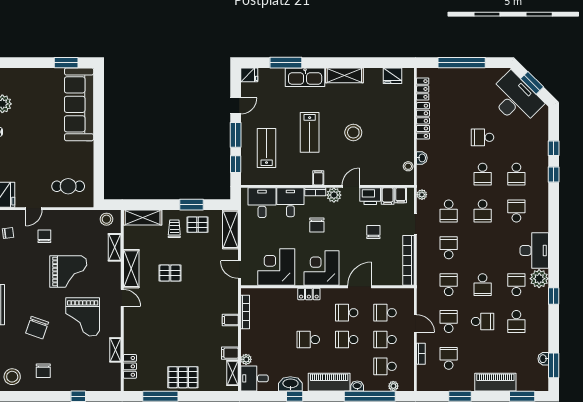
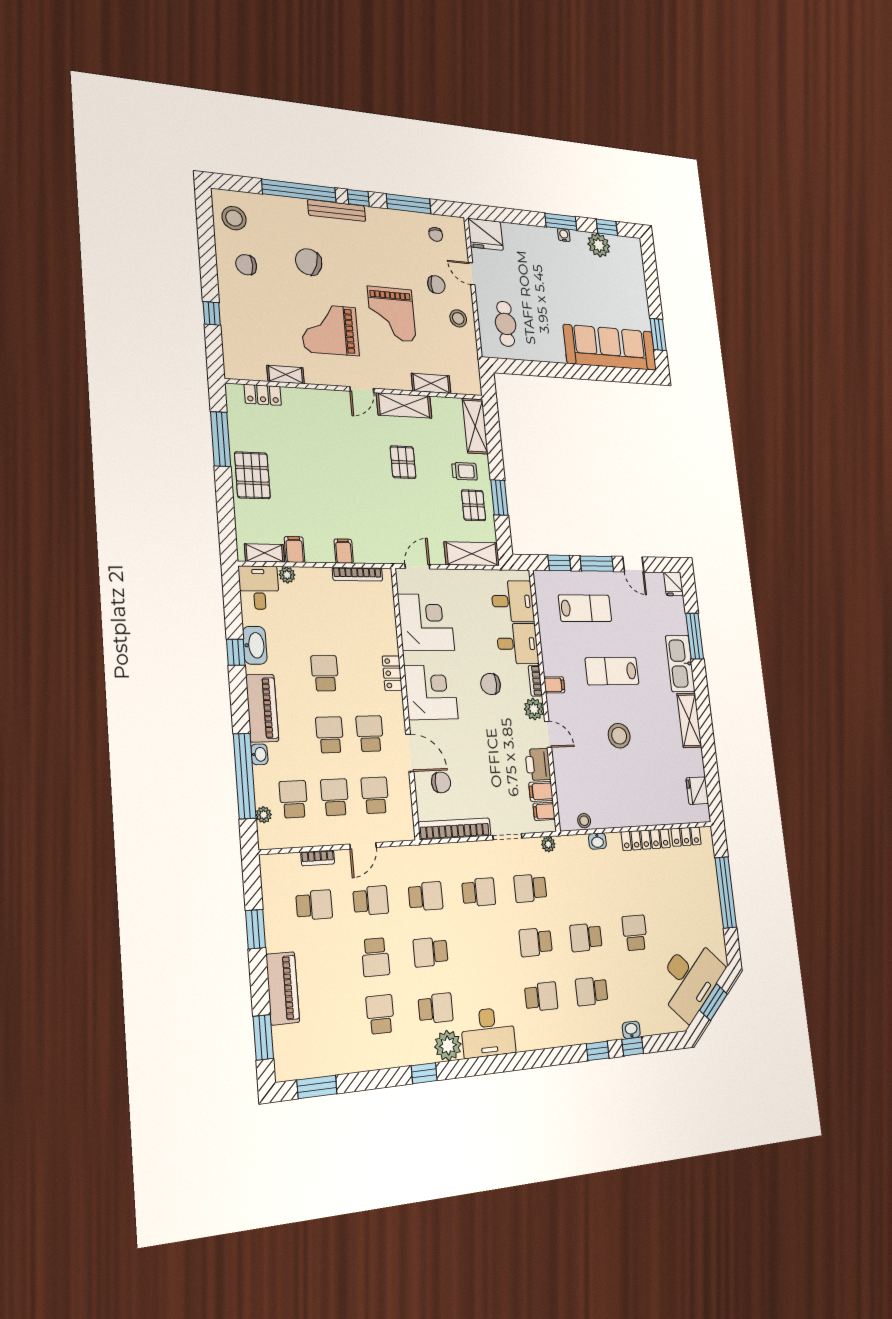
stool: (106, 219) -> (458, 318), moved
chair: (373, 232) -> (441, 782), moved
school desk: (516, 321) -> (380, 1014), turned 90
washbasin: (543, 359) -> (631, 1030), moved

